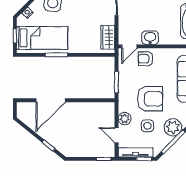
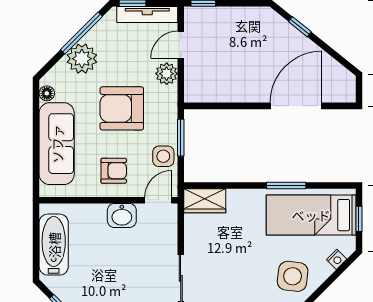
wardrobe: (108, 37) -> (205, 201), moved, turned 90
armchair: (146, 59) -> (114, 171), moved
side table: (147, 126) -> (163, 156), moved
door: (116, 135) -> (181, 45), swing flipped

